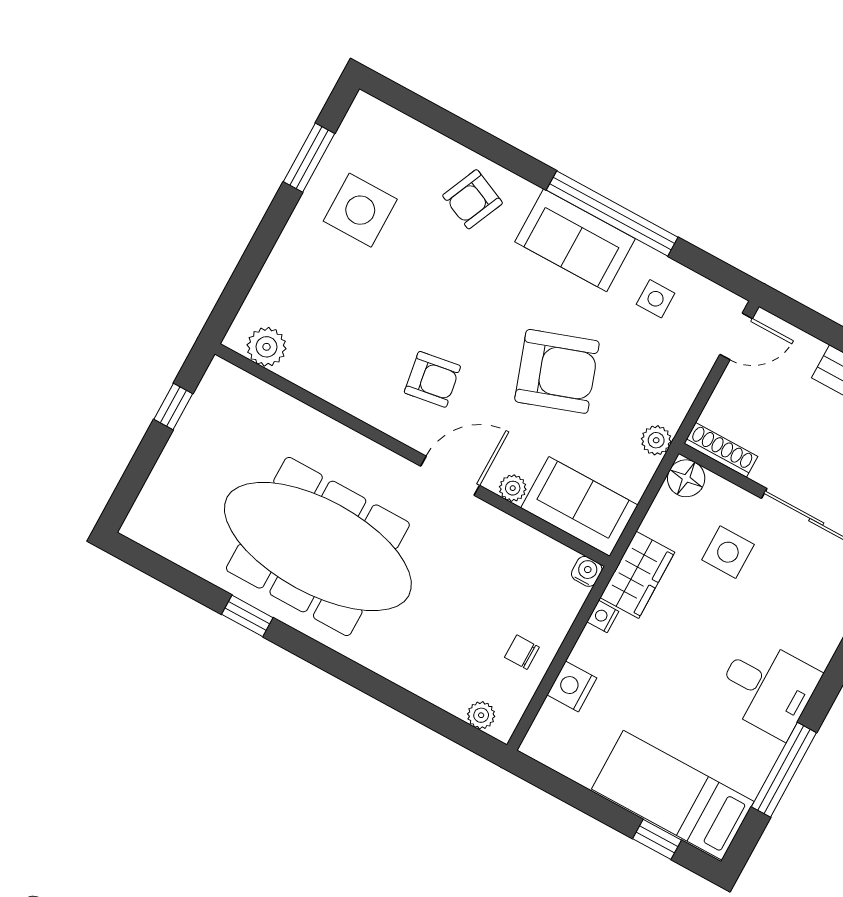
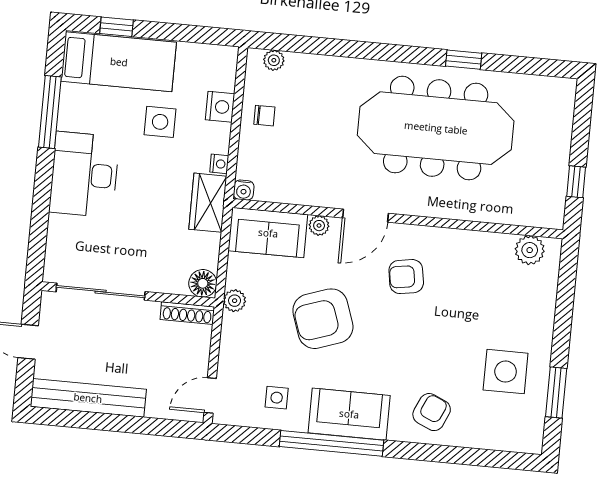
side table: (728, 552) -> (160, 122), moved
desk: (767, 688) -> (84, 175), width x1.37

